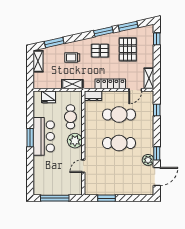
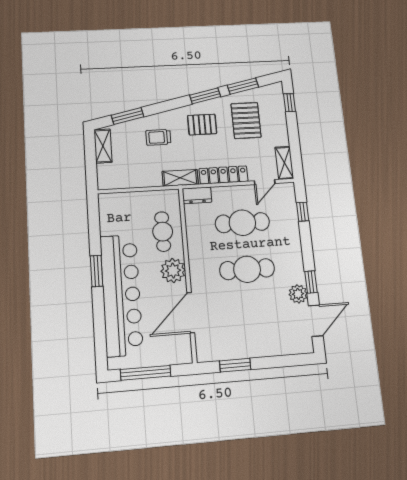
shelving: (72, 84) -> (180, 178), moved
fridge: (48, 97) -> (124, 202), removed
bar counter: (44, 136) -> (121, 295), width x1.86
door: (83, 166) -> (191, 313), width x1.87

